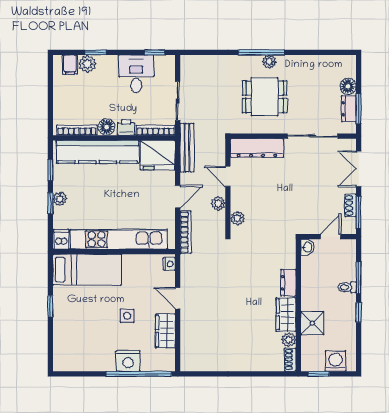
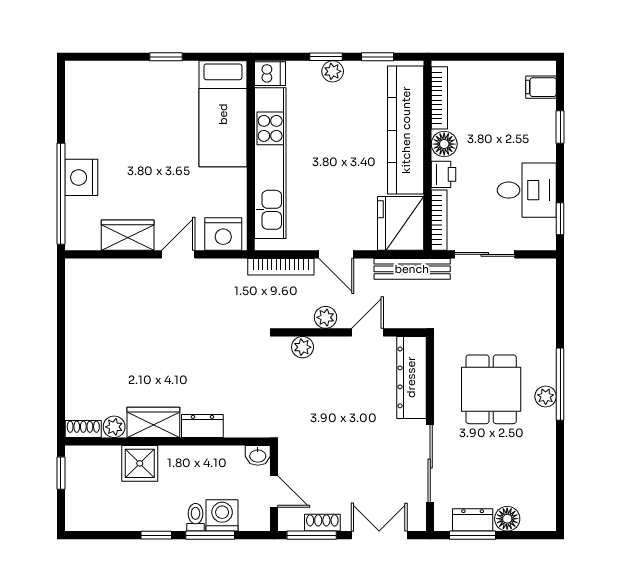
plant: (87, 64) -> (543, 114), removed
nightstand: (169, 264) -> (223, 234), width x1.89, depth x1.79
side table: (127, 316) -> (151, 176), removed
washing machine: (335, 361) -> (222, 515), moved, turned -90

